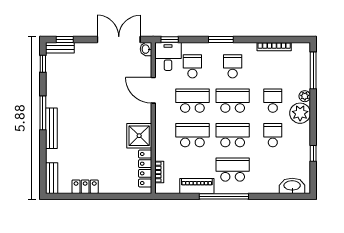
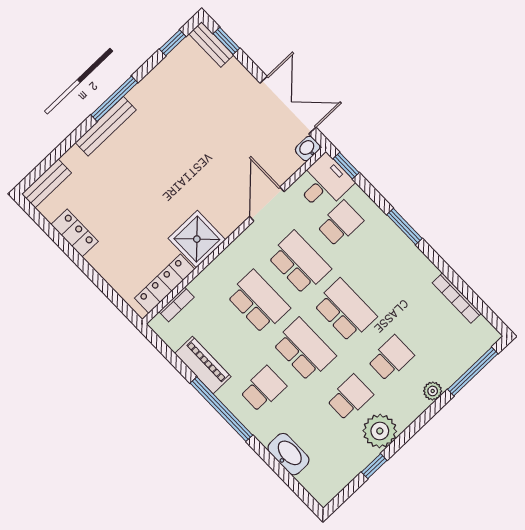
school desk: (233, 66) -> (386, 271), removed
plant: (300, 113) -> (380, 431), moved
school desk: (233, 170) -> (263, 389), width x0.54
washbasin: (292, 186) -> (288, 454), moved

